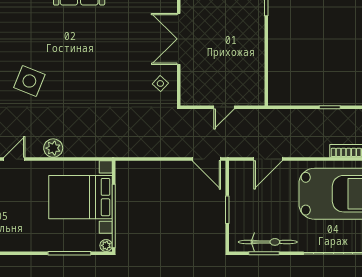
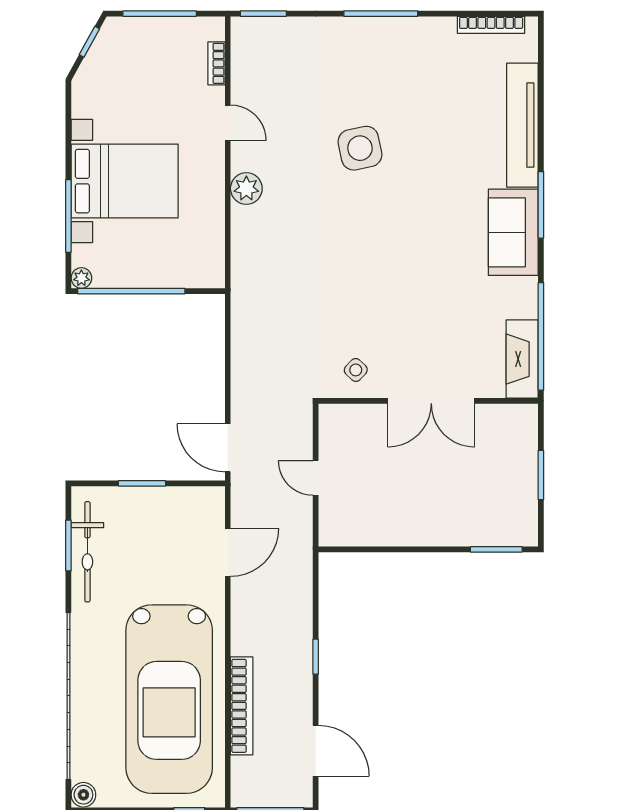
double door: (179, 39) -> (431, 401), swing flipped
side table: (29, 81) -> (360, 148), turned -34
door: (206, 159) -> (228, 448), hinge flipped
door: (268, 159) -> (228, 552), swing flipped
bed with nightstands: (81, 197) -> (125, 181), moved, turned 90

